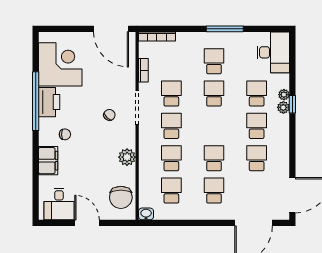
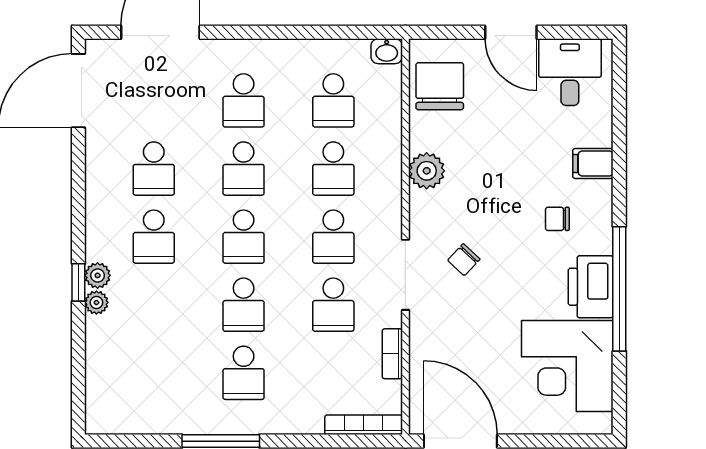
desk: (273, 52) -> (119, 391), removed
school desk: (257, 94) -> (244, 237), moved
filing cabinet: (48, 161) -> (593, 164), width x0.50

